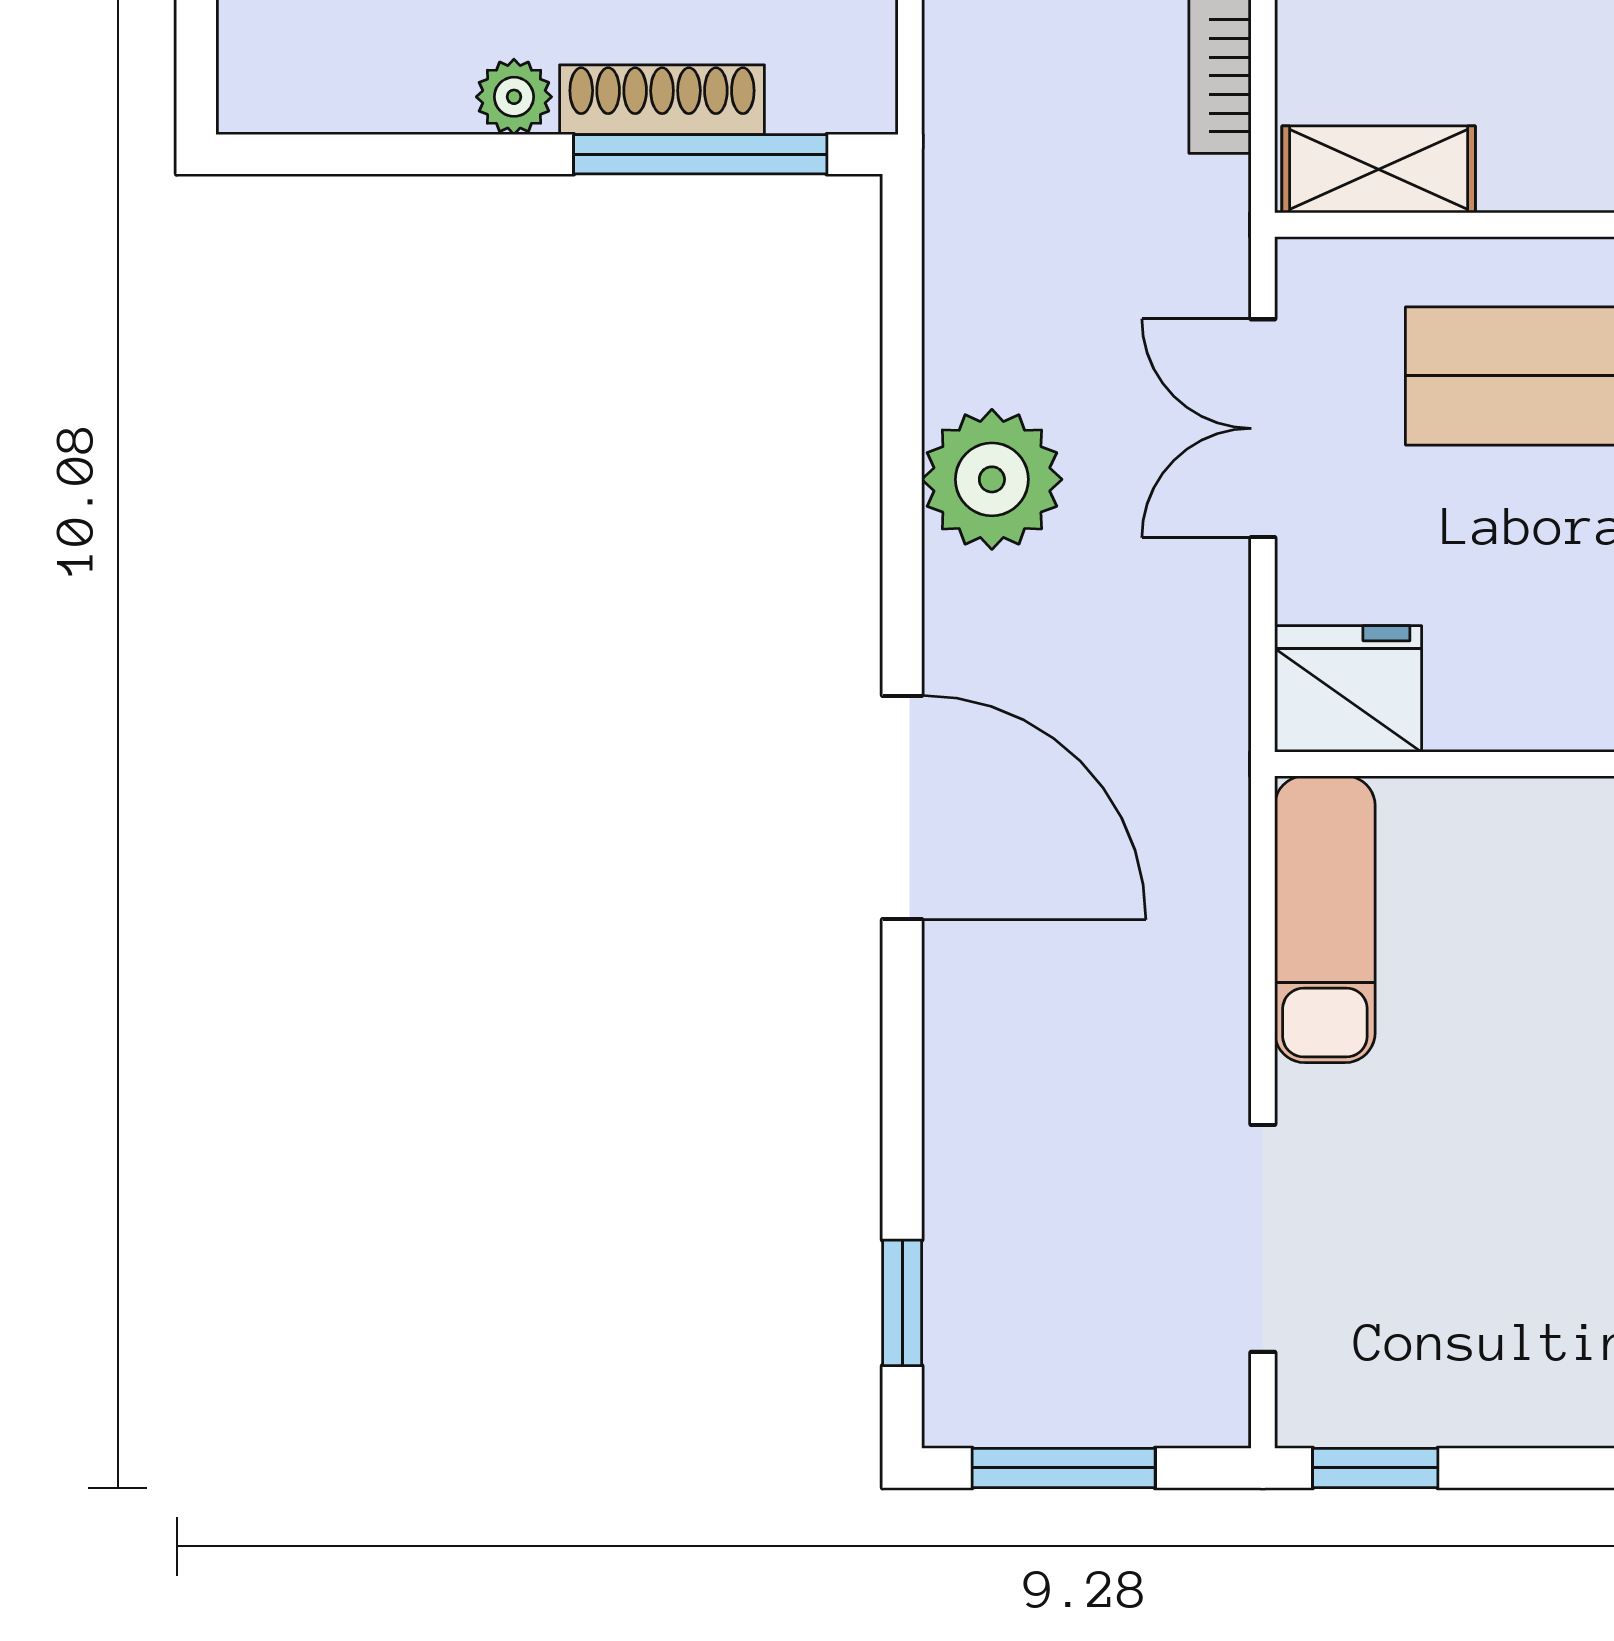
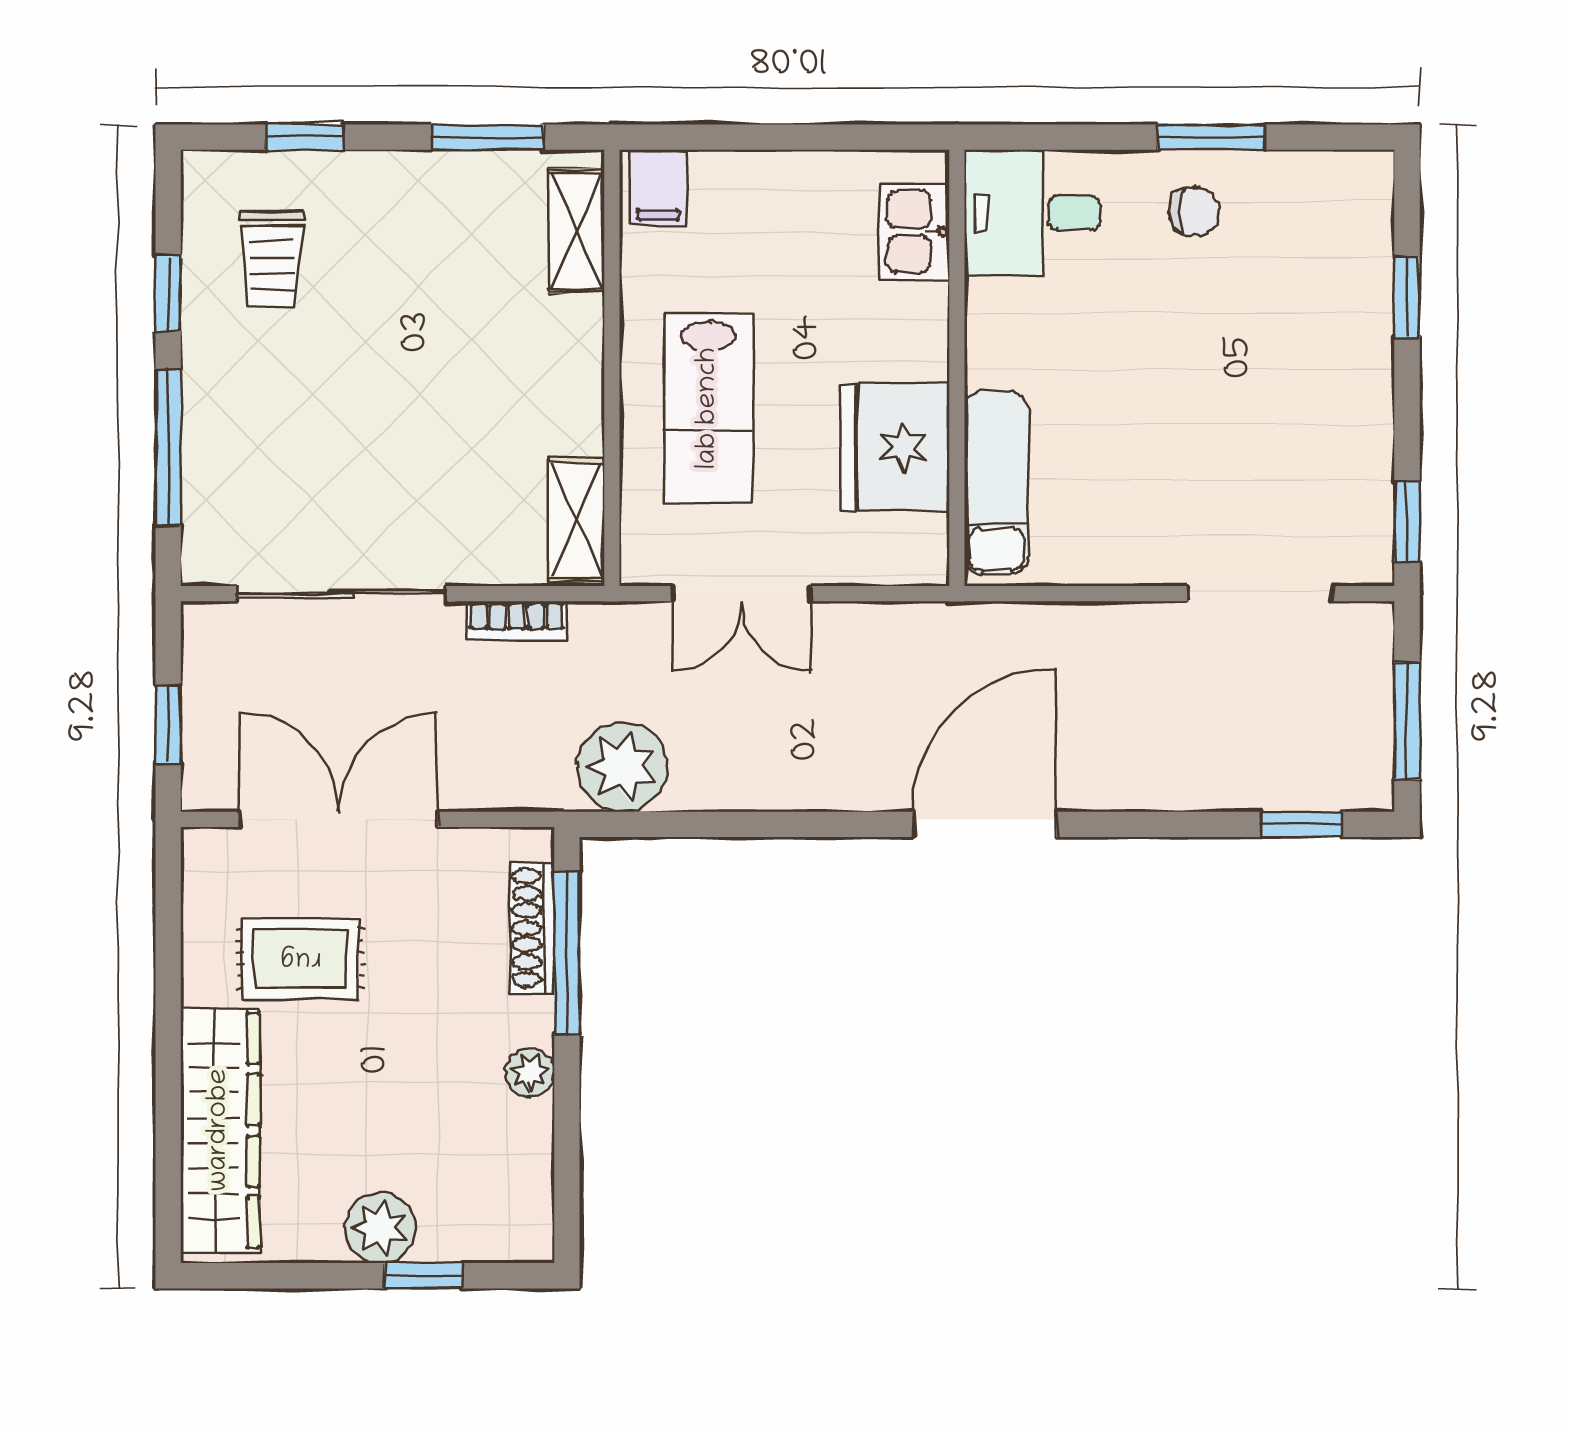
shoe rack: (662, 100) -> (532, 928), moved
plant: (992, 479) -> (622, 767), moved
fridge: (1348, 689) -> (895, 447), moved, width x1.36, depth x1.34
exam couch: (1325, 919) -> (996, 483), moved, turned 90

